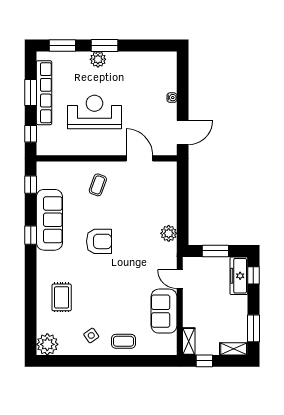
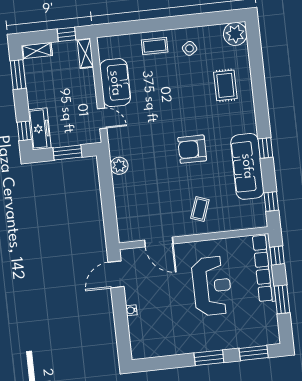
plant: (98, 59) -> (214, 342), removed
row of seats: (44, 93) -> (264, 268), moved
reception desk: (94, 112) -> (212, 286), turned -90

